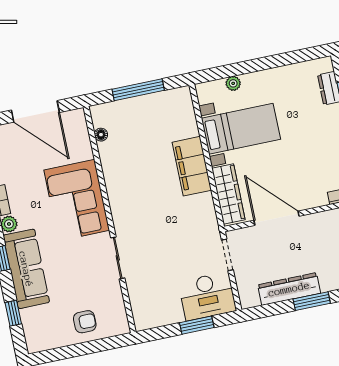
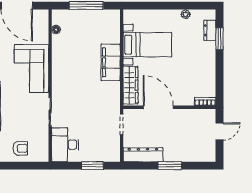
plant: (233, 83) -> (186, 14), moved
dresser: (289, 289) -> (143, 155), moved
desk: (207, 296) -> (65, 145), moved, turned 90

